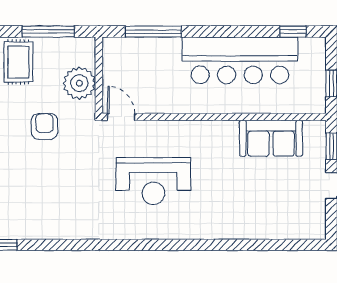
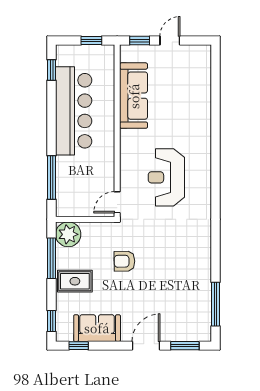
plant: (79, 83) -> (68, 234), moved
sofa: (271, 138) -> (134, 96), width x1.36
reception desk: (153, 181) -> (166, 177), turned 180

